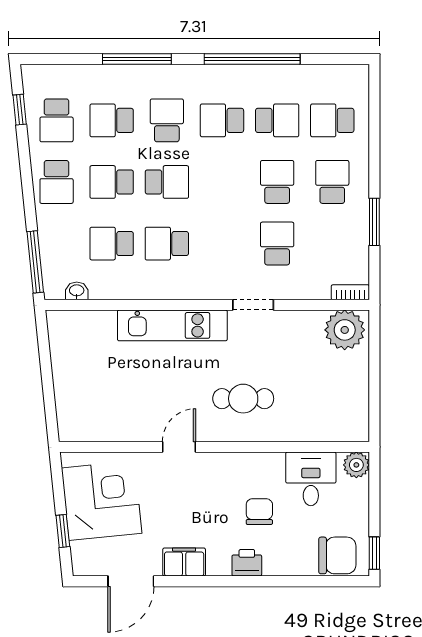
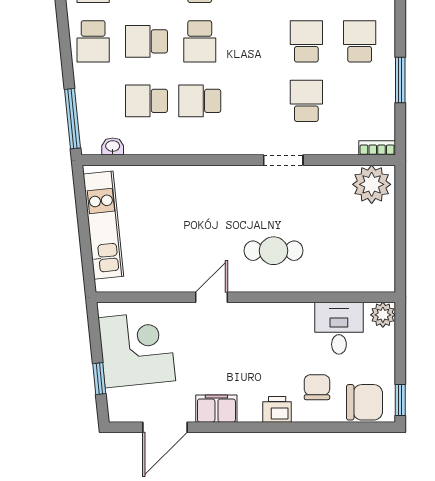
school desk: (167, 182) -> (200, 41), turned 90
kitchen unit: (172, 325) -> (103, 225), moved, turned -96
chair: (259, 512) -> (317, 387), moved

